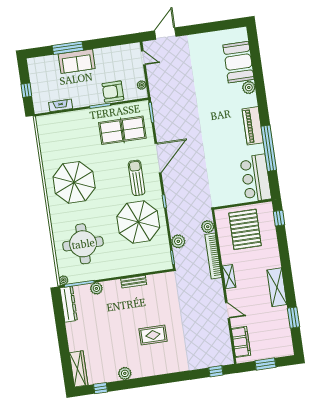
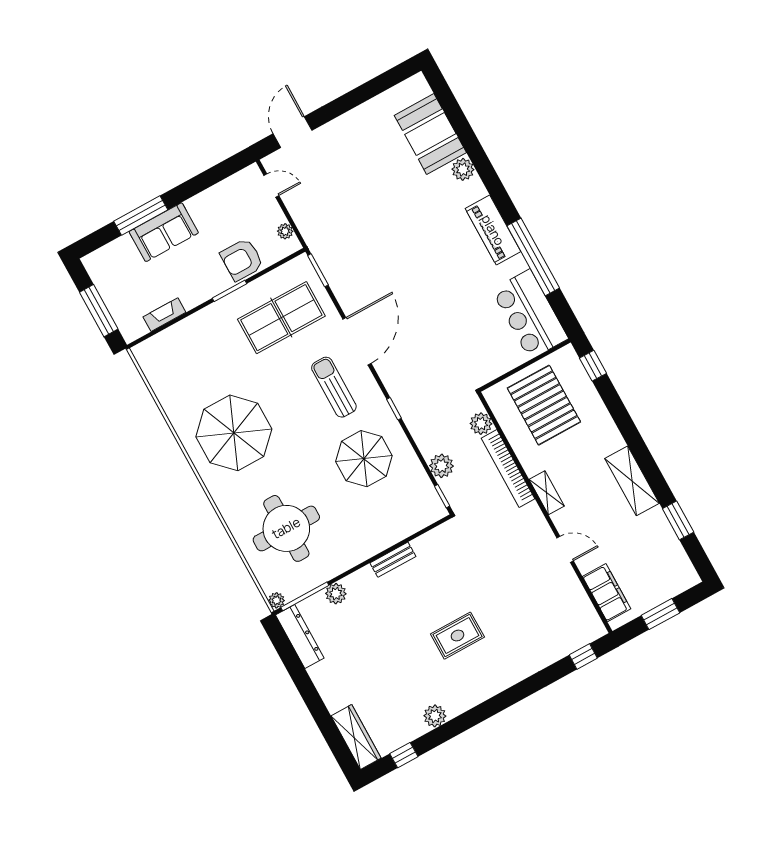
window: (26, 90) -> (99, 311), width x2.17
parasol: (138, 222) -> (364, 459), width x0.73, depth x0.73

